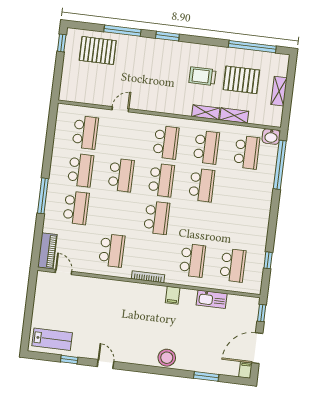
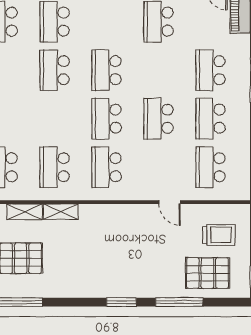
trolley: (202, 76) -> (219, 235), moved
door: (120, 109) -> (170, 202), hinge flipped
school desk: (202, 185) -> (55, 70), moved

